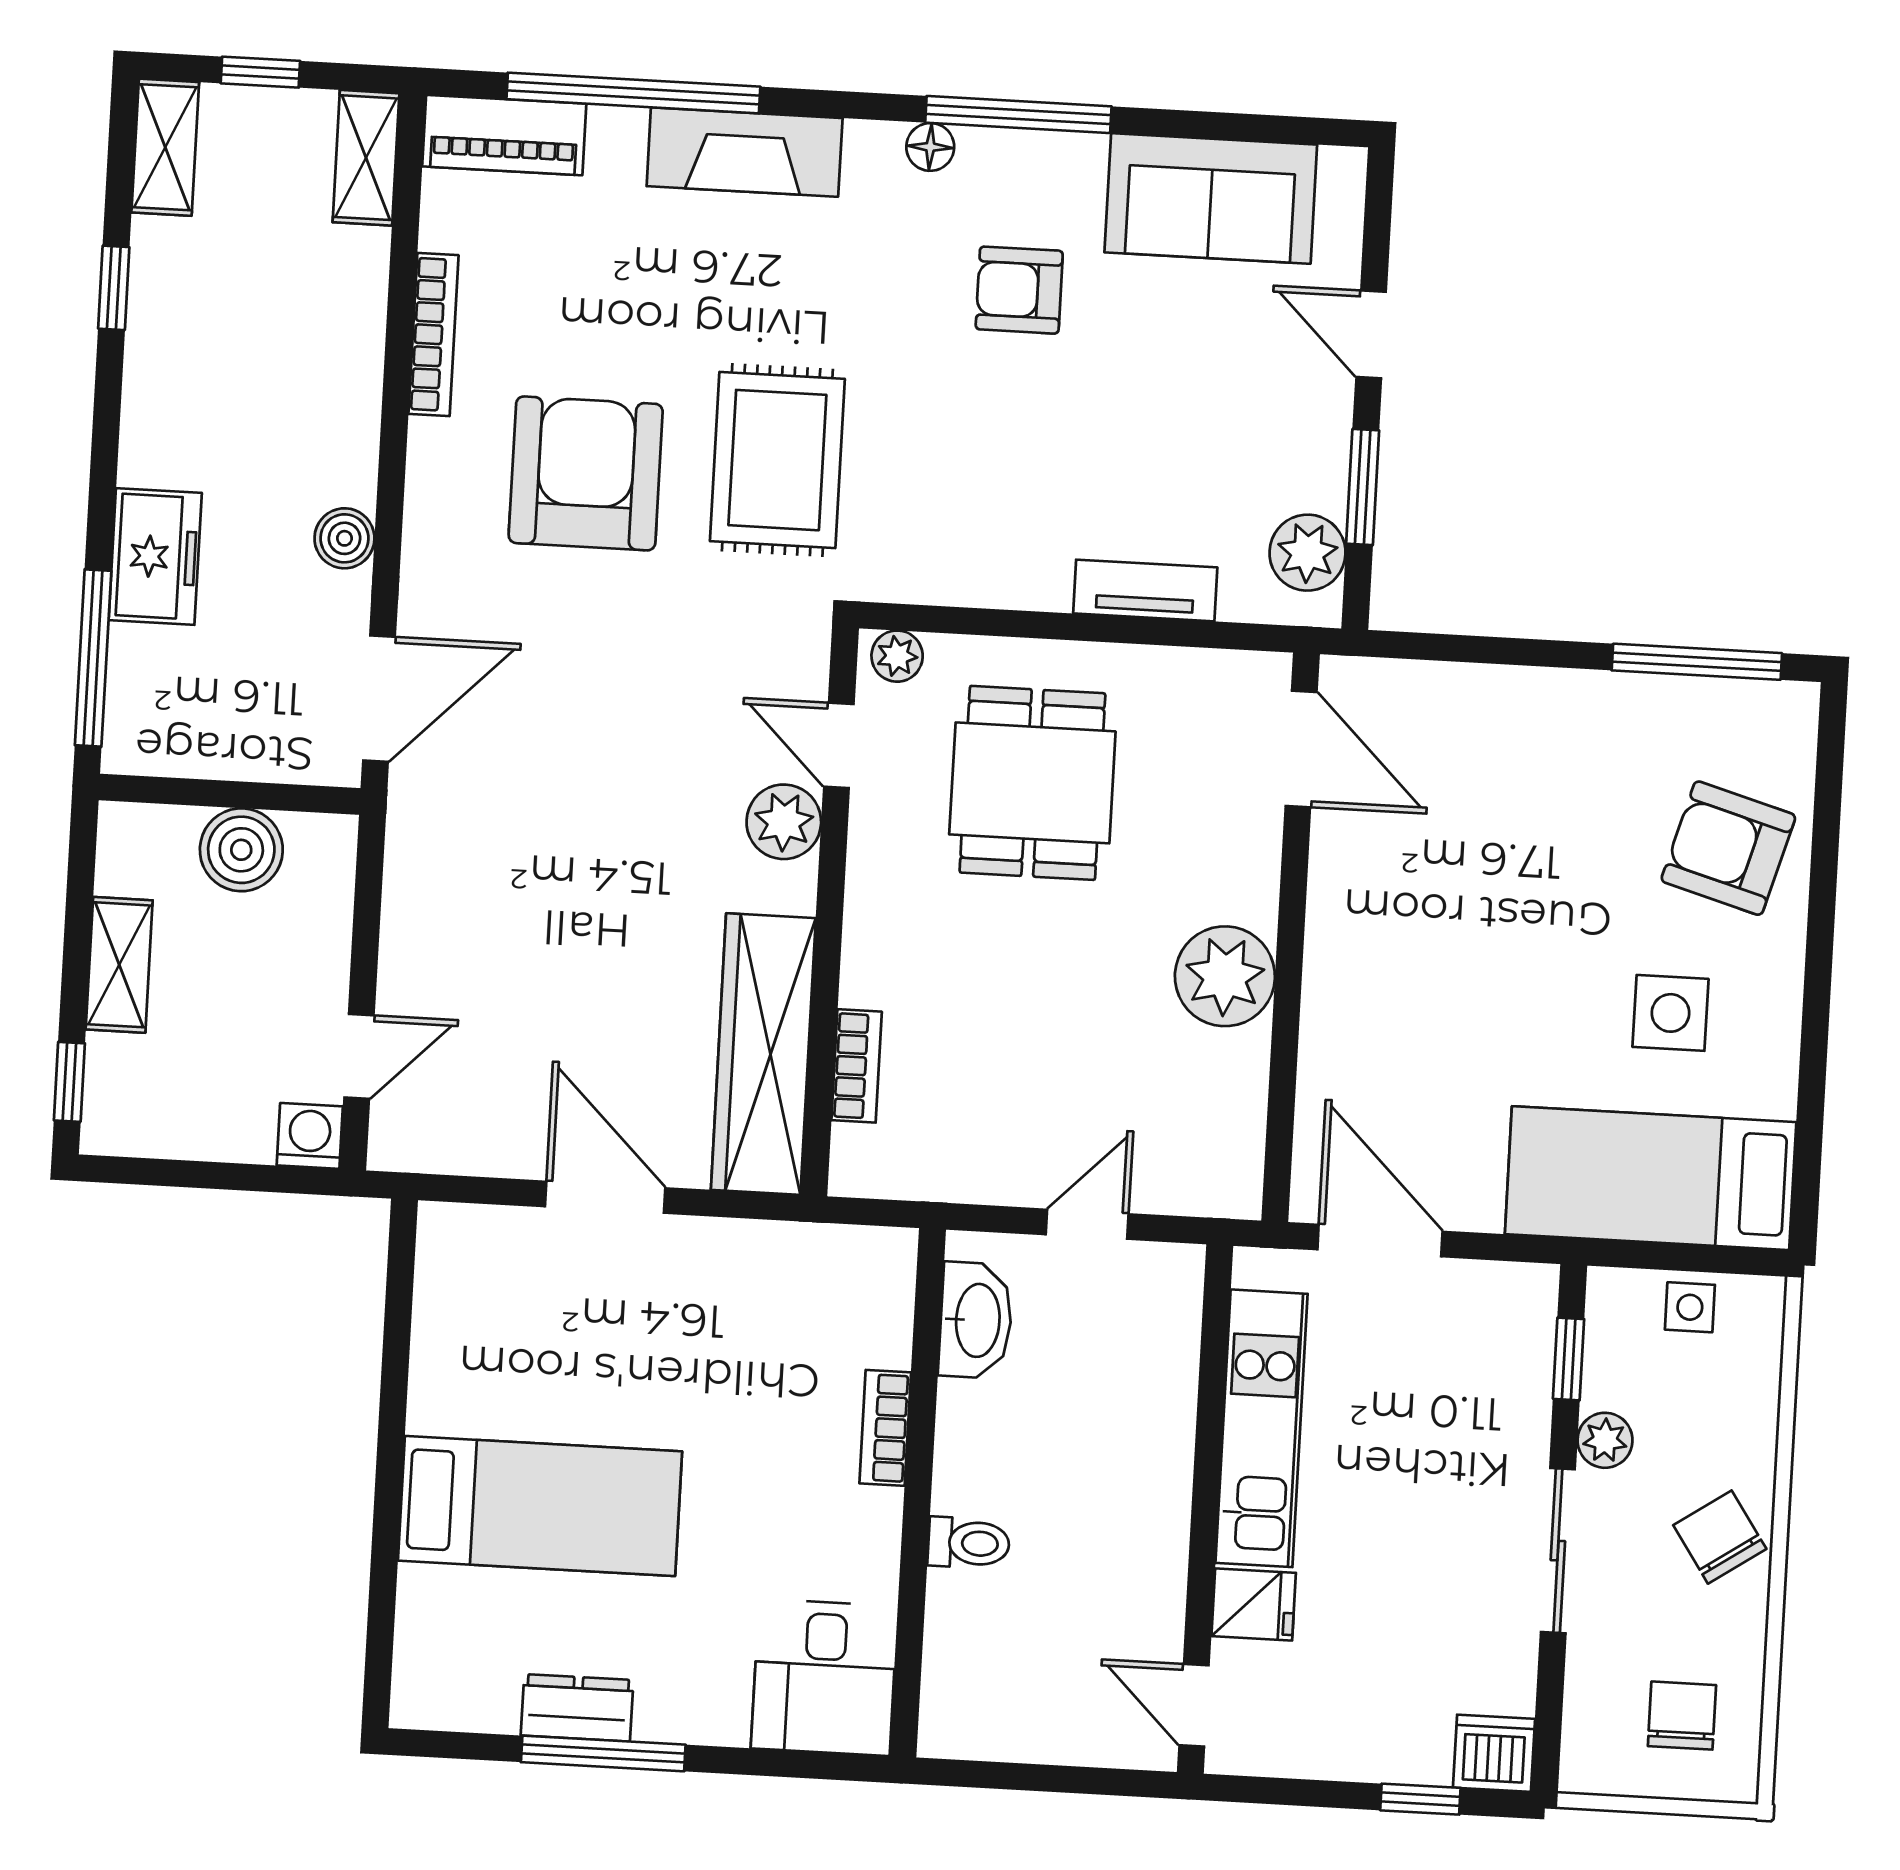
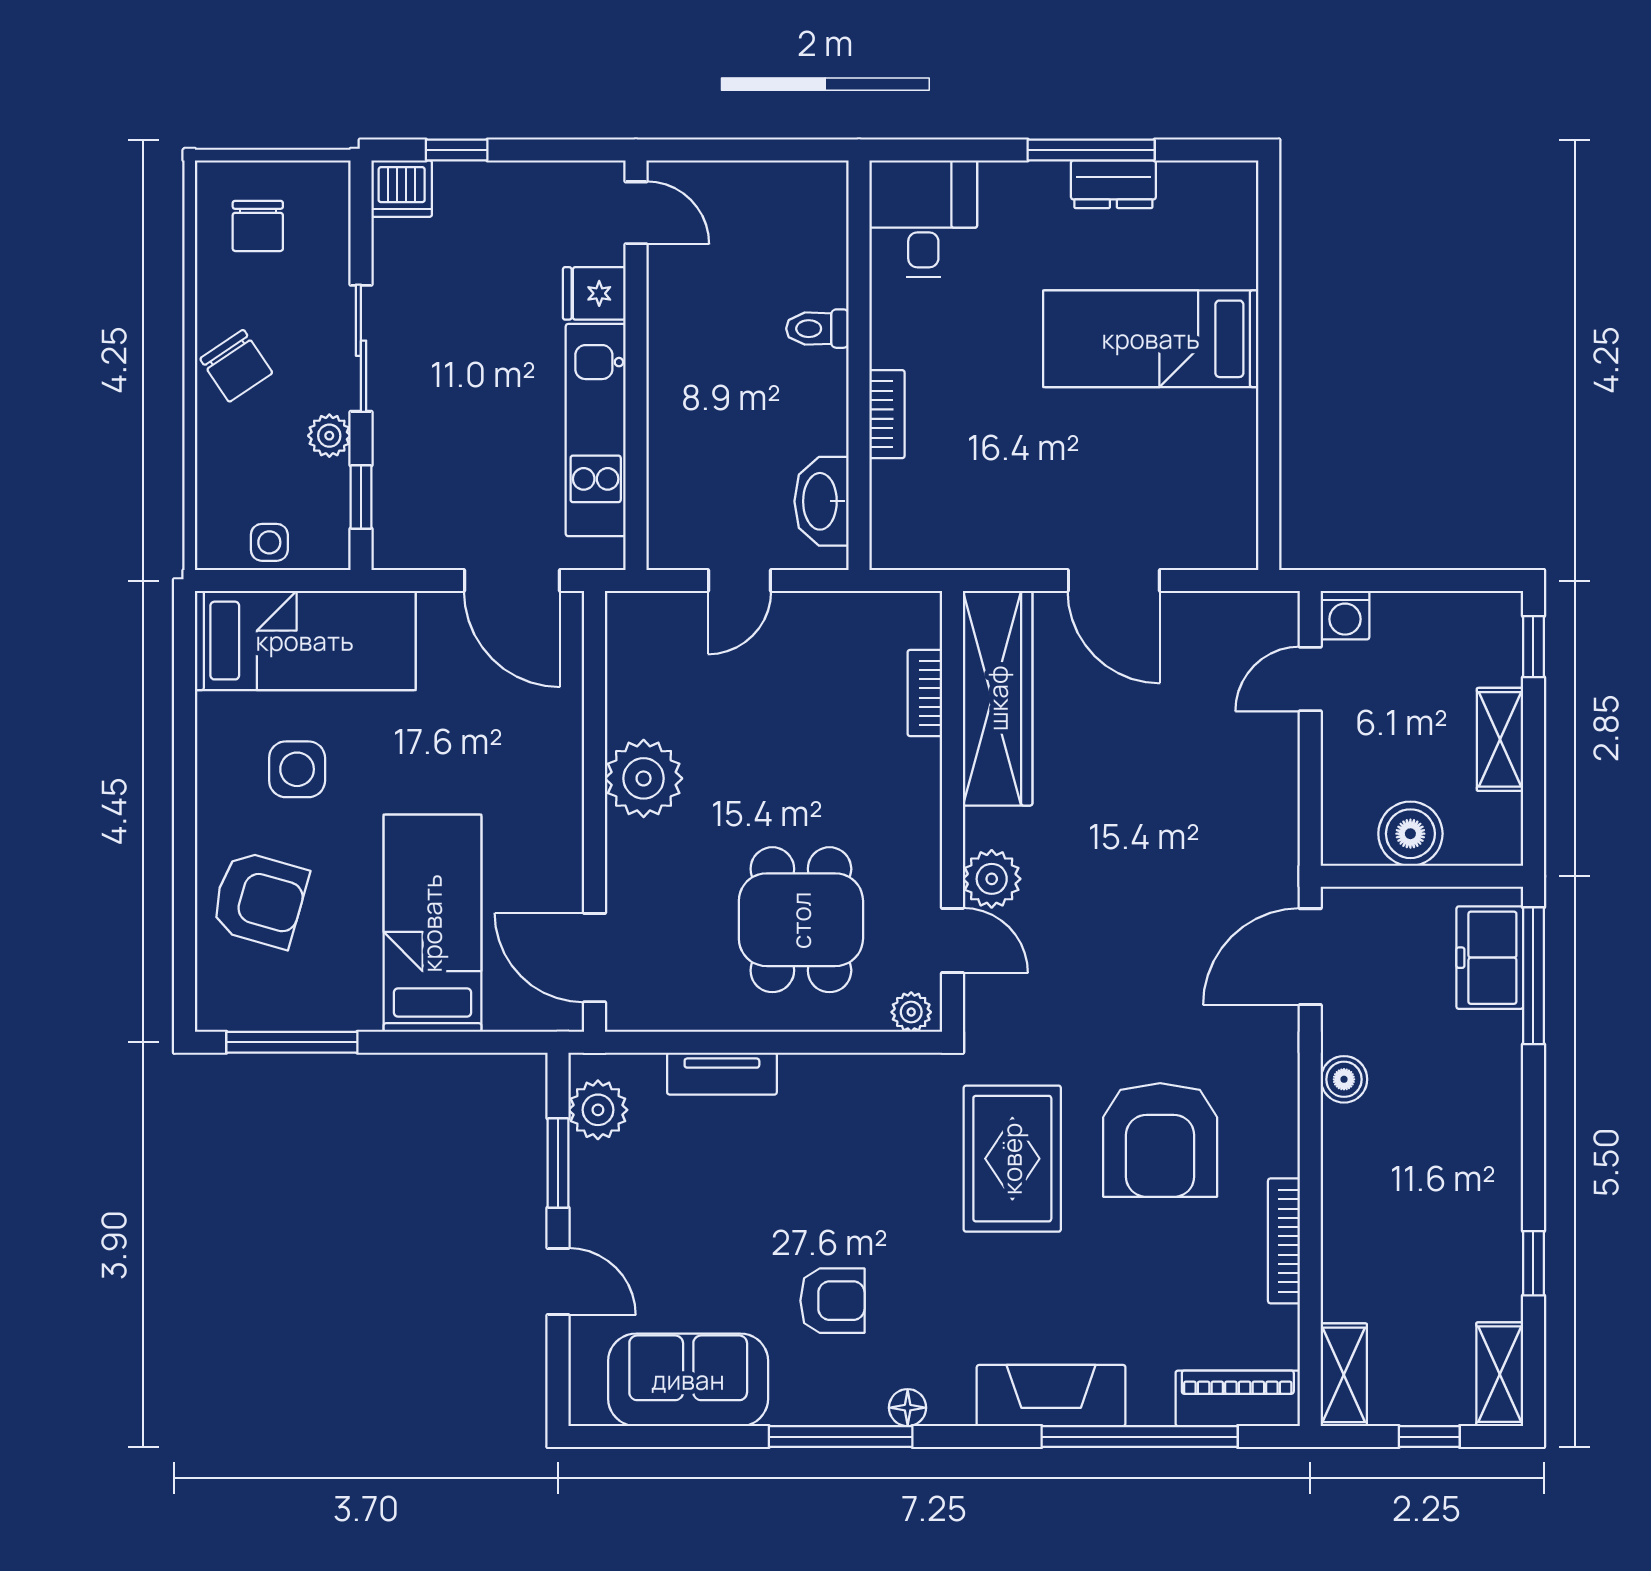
freezer: (155, 557) -> (1490, 958), moved
bed: (1507, 805) -> (432, 923), added

